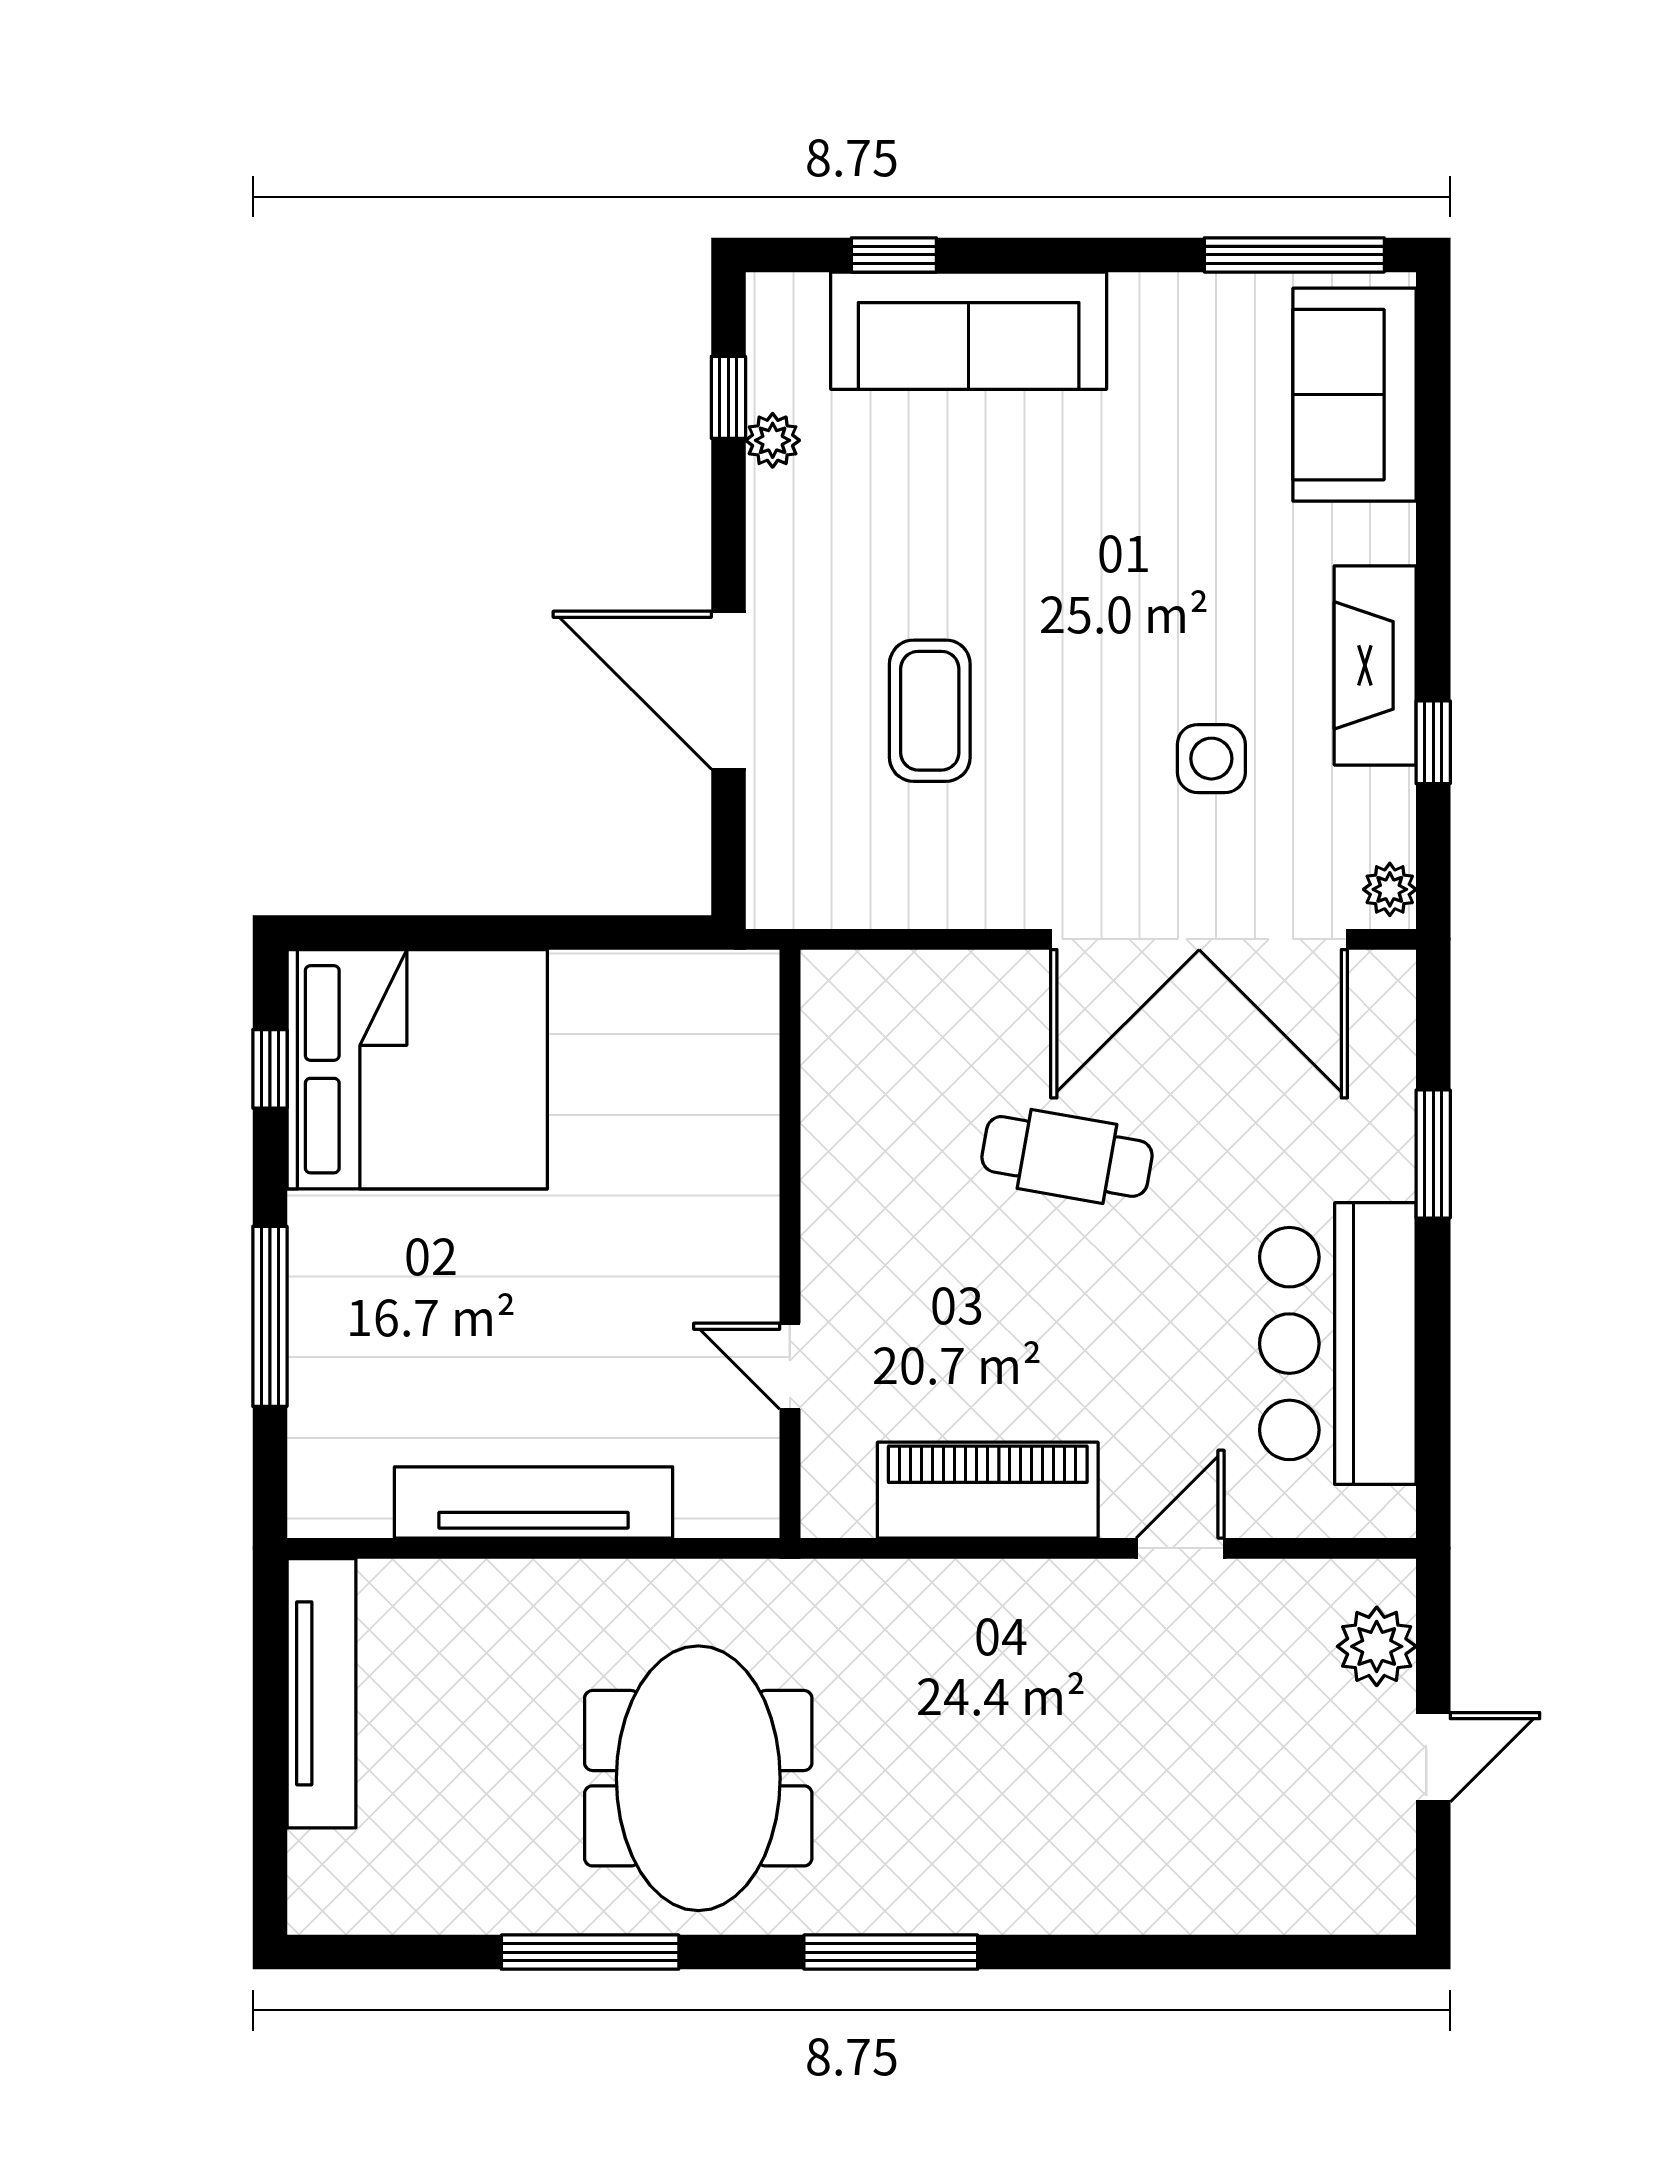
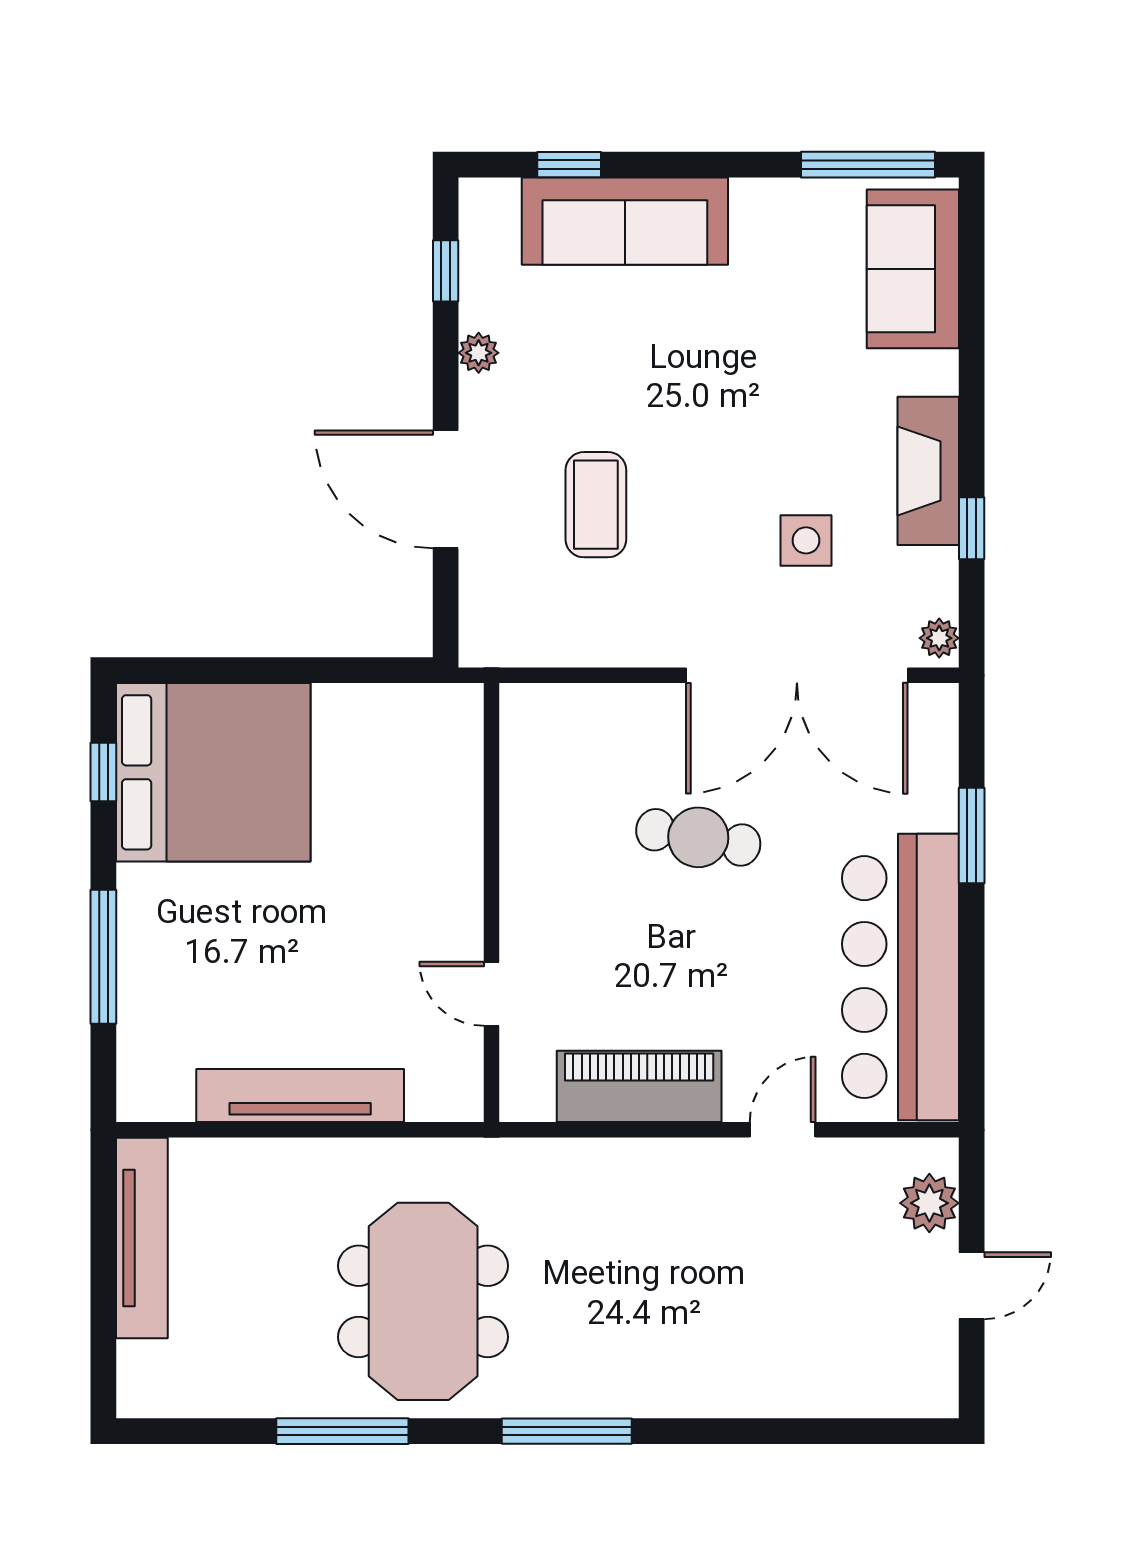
plant: (773, 440) -> (479, 353), moved
bar counter: (1338, 1344) -> (900, 977), width x1.36

